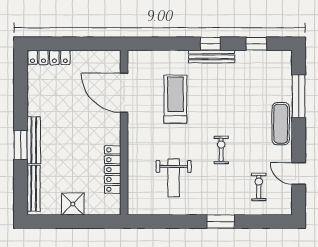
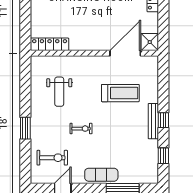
locker: (113, 170) -> (50, 44), moved
weight bench: (174, 178) -> (59, 92), turned -90
exercise bike: (259, 187) -> (52, 158), width x1.38, depth x1.39
shower: (73, 204) -> (150, 42), moved

